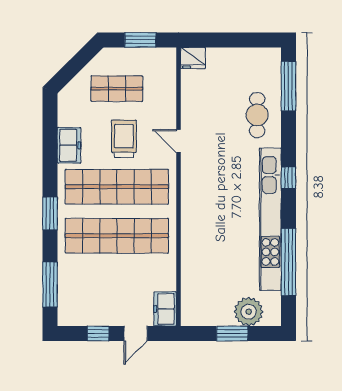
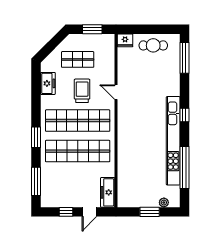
cafe table: (257, 115) -> (153, 45), moved, turned 90
freezer: (69, 145) -> (48, 83), moved
freezer: (165, 309) -> (108, 192), width x1.40
plant: (249, 312) -> (164, 203), width x0.53, depth x0.53

